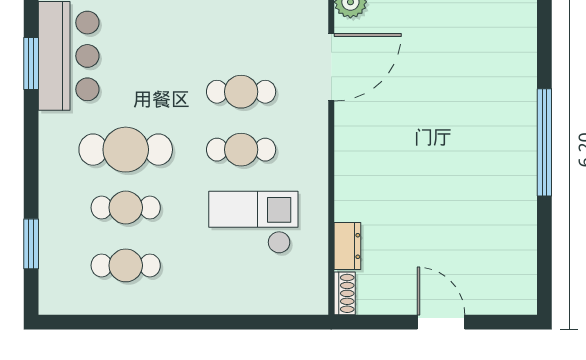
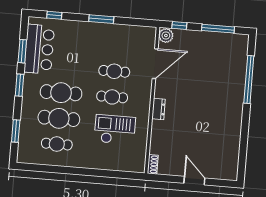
window: (31, 140) -> (19, 85), added
window: (544, 142) -> (249, 79), moved
cafe table: (126, 208) -> (59, 118), width x1.37, depth x1.35
dresser: (347, 246) -> (159, 109), moved

